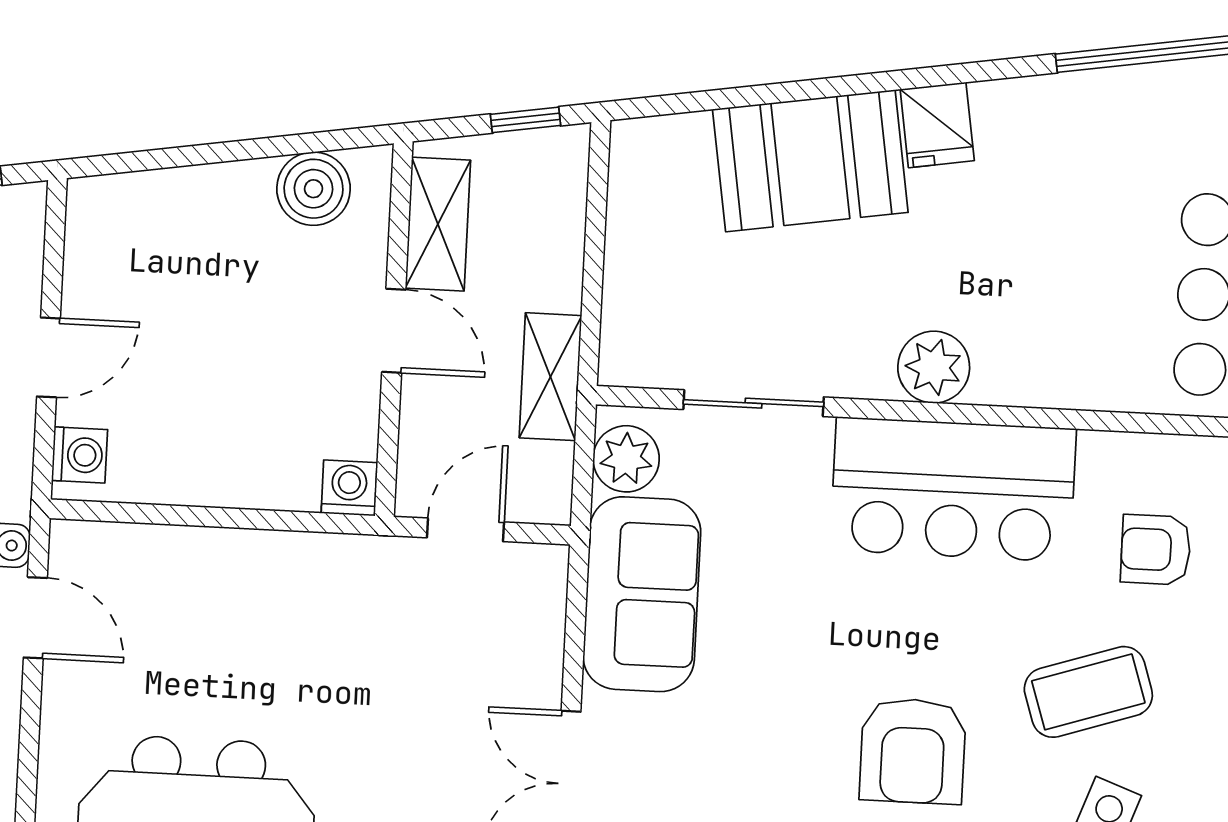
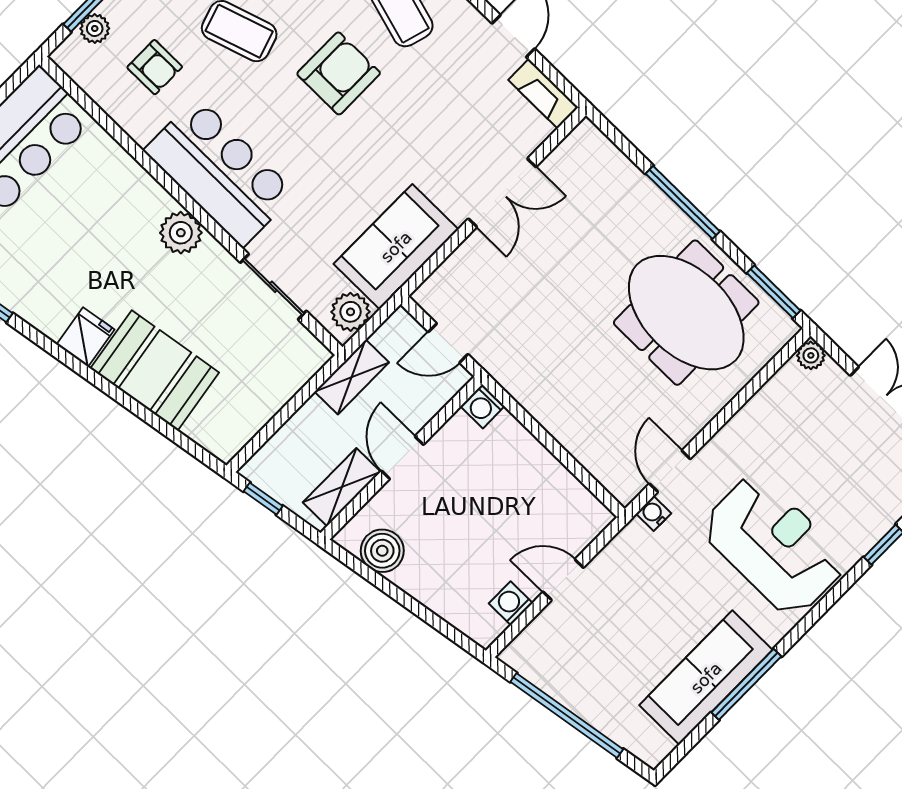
washing machine: (80, 455) -> (511, 603), moved

